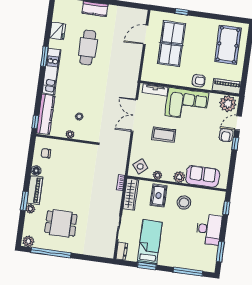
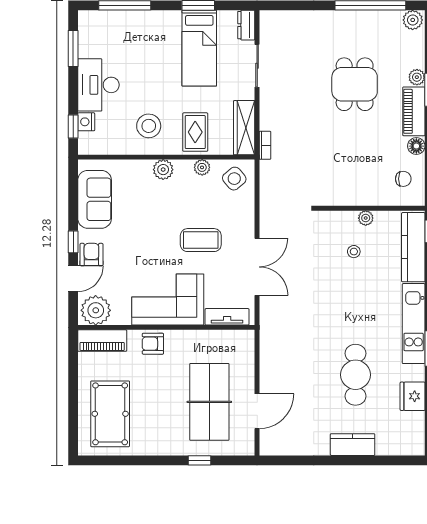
sofa: (203, 176) -> (95, 199), moved, turned -90
nightstand: (219, 210) -> (86, 122), added
dining table: (61, 223) -> (355, 84), moved, turned 90

